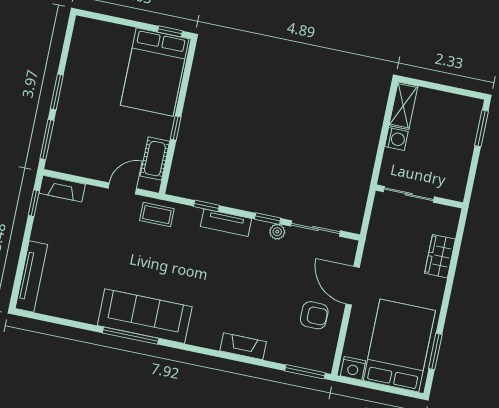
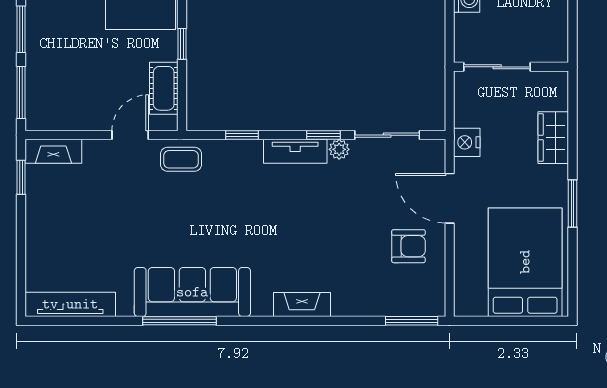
tv unit: (226, 223) -> (295, 151), moved
tv unit: (31, 277) -> (70, 304), moved, turned -90
fireplace: (243, 346) -> (302, 304), moved
window: (435, 352) -> (573, 203), moved
nightstand: (353, 368) -> (467, 142), moved, turned 90

